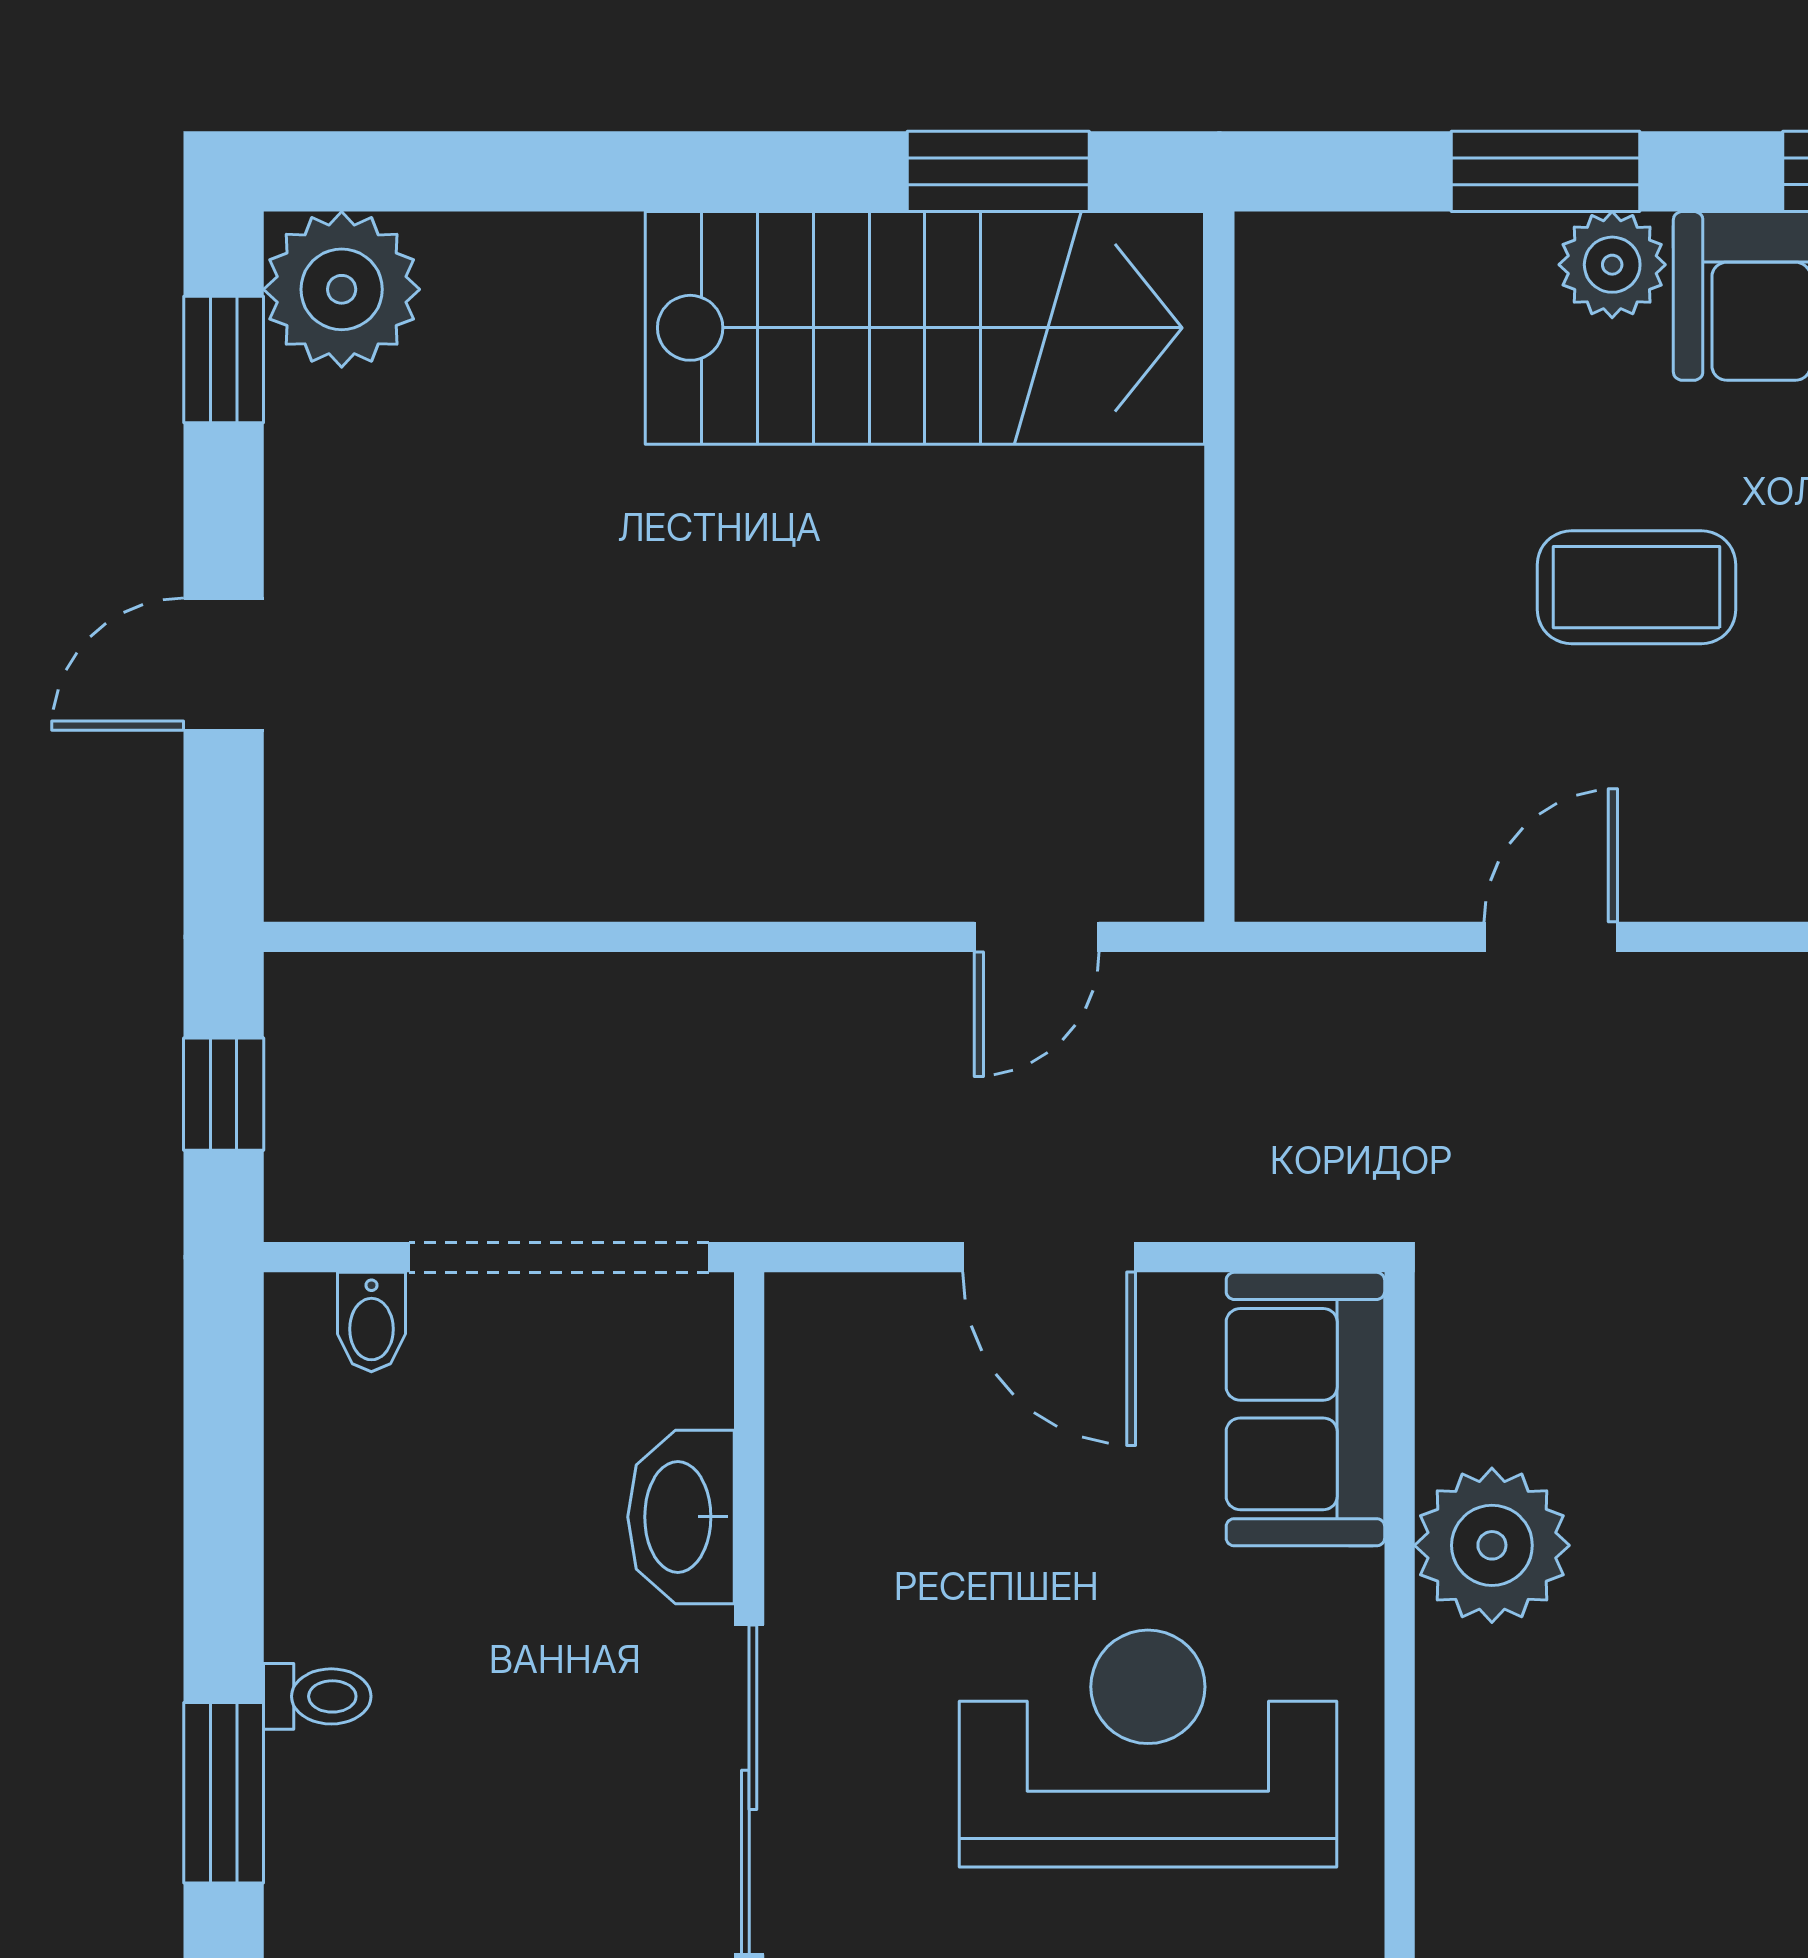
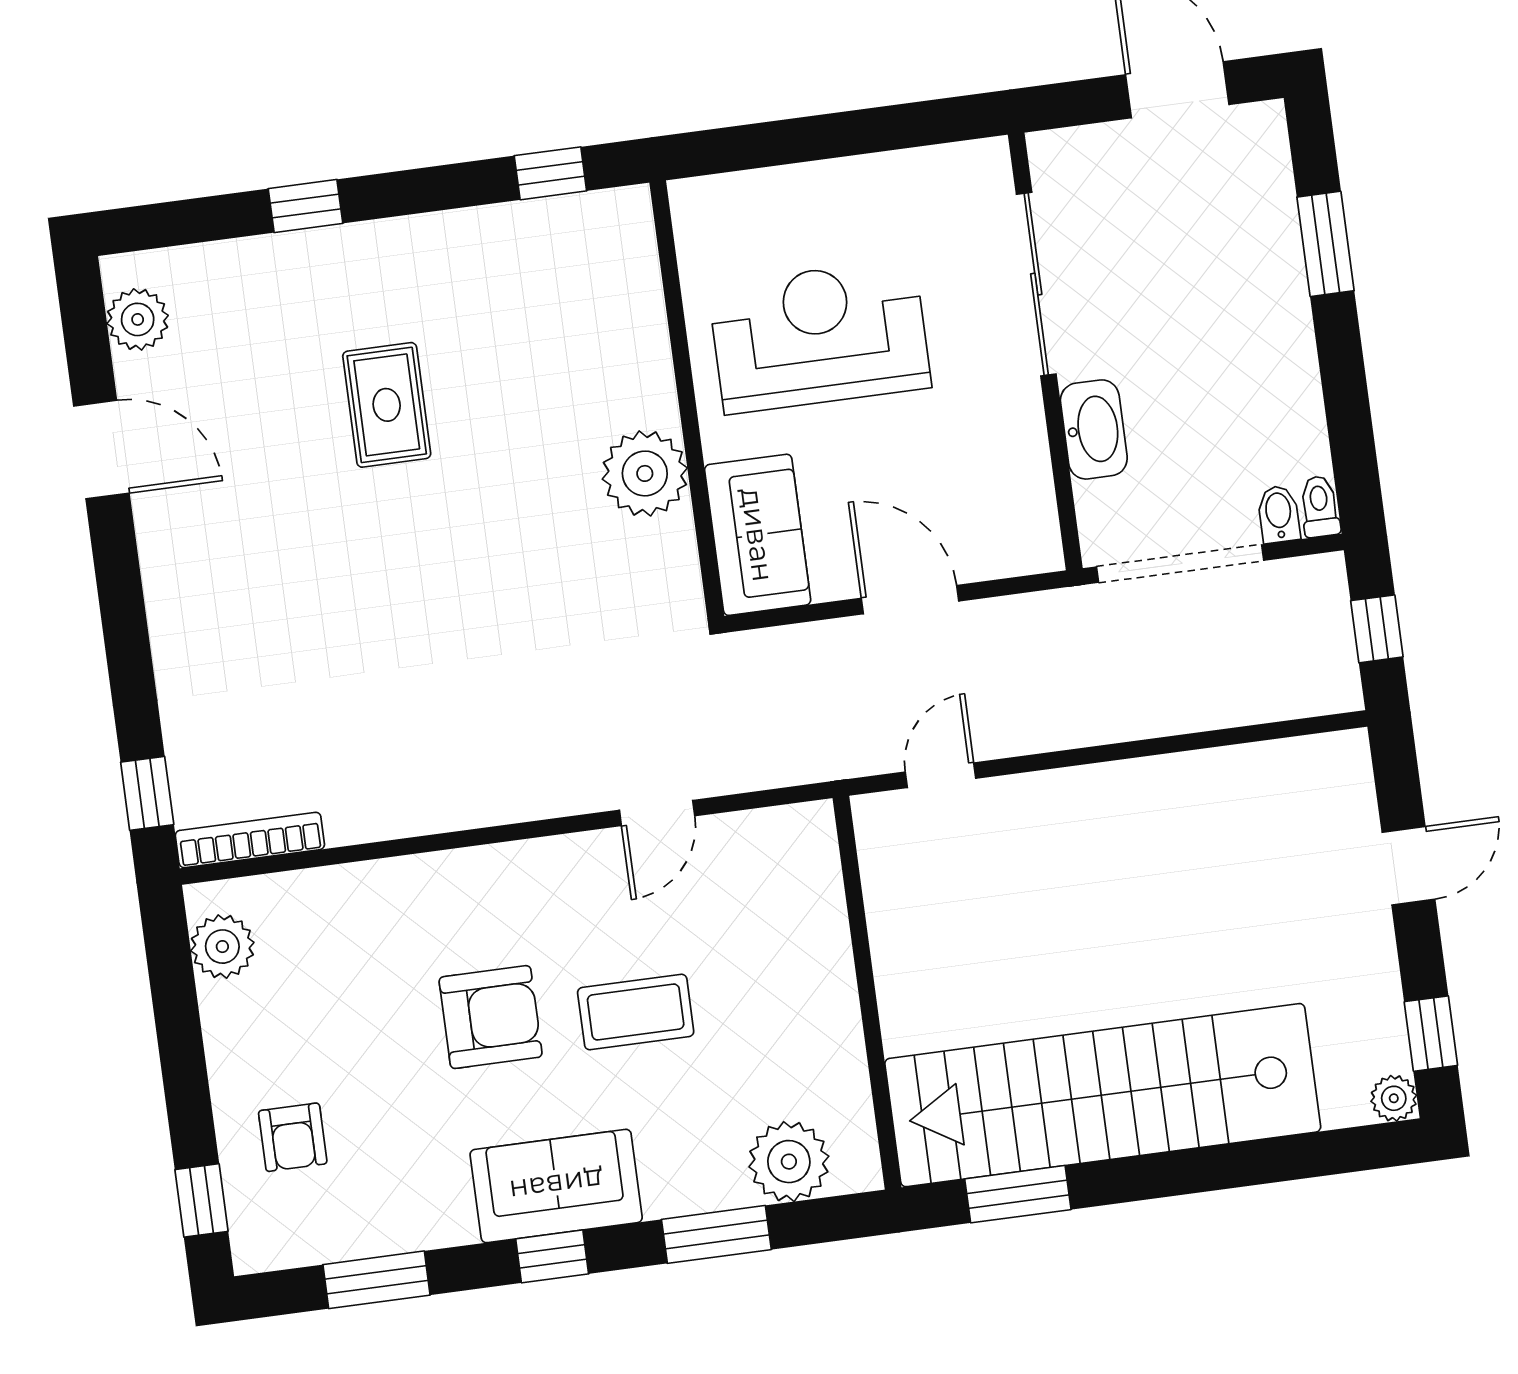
plant: (1612, 265) -> (789, 1162), moved, width x1.36, depth x1.36
plant: (342, 289) -> (1394, 1098), width x0.53, depth x0.53
stairs: (925, 328) -> (1103, 1095), width x1.36
toilet: (317, 1696) -> (1320, 506), moved, turned 90
reception desk: (1148, 1748) -> (819, 336), turned 180

